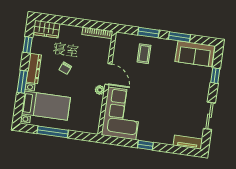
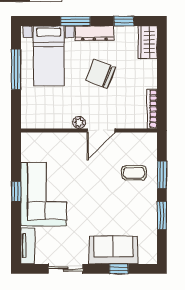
sofa: (195, 54) -> (113, 250), moved, turned 90
chair: (65, 68) -> (101, 74), width x1.87, depth x1.87
corner sofa: (122, 113) -> (44, 194), moved, turned -90

